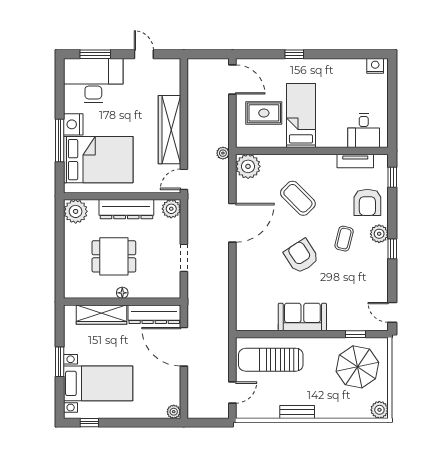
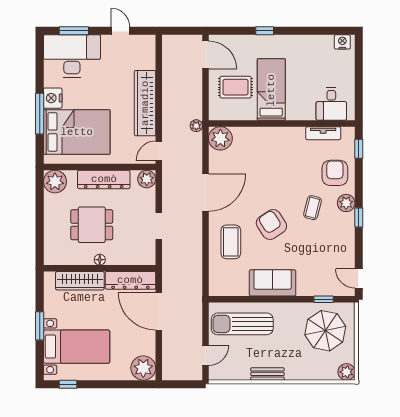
coffee table: (298, 198) -> (231, 242), moved, turned 45
armchair: (367, 202) -> (335, 173), turned 180
plant: (174, 412) -> (143, 368), width x1.87, depth x1.87

